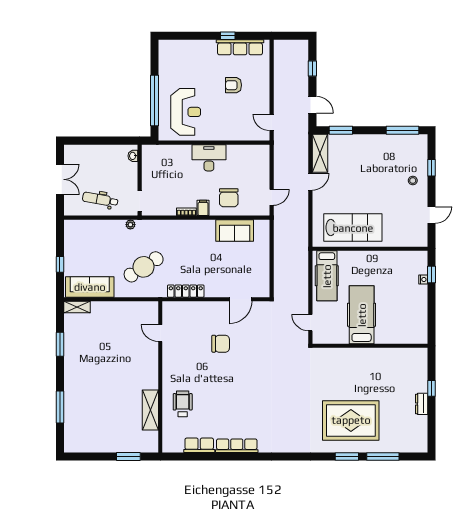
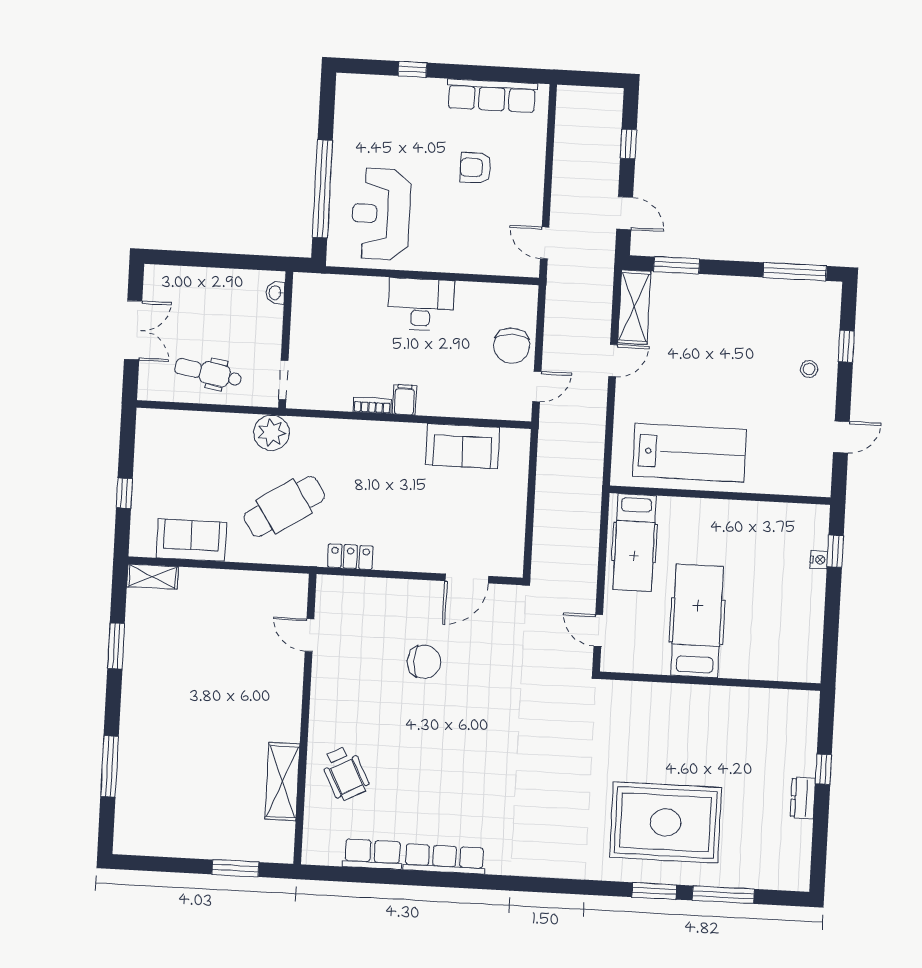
window: (228, 36) -> (412, 69), moved
reception desk: (186, 112) -> (381, 214), turned 180
chair: (229, 198) -> (512, 346), moved
plant: (130, 225) -> (271, 433), width x1.87, depth x1.87
sofa: (90, 287) -> (191, 540), width x0.73
locker: (186, 291) -> (350, 557), width x0.66
wheelchair: (183, 404) -> (345, 773), turned 153

